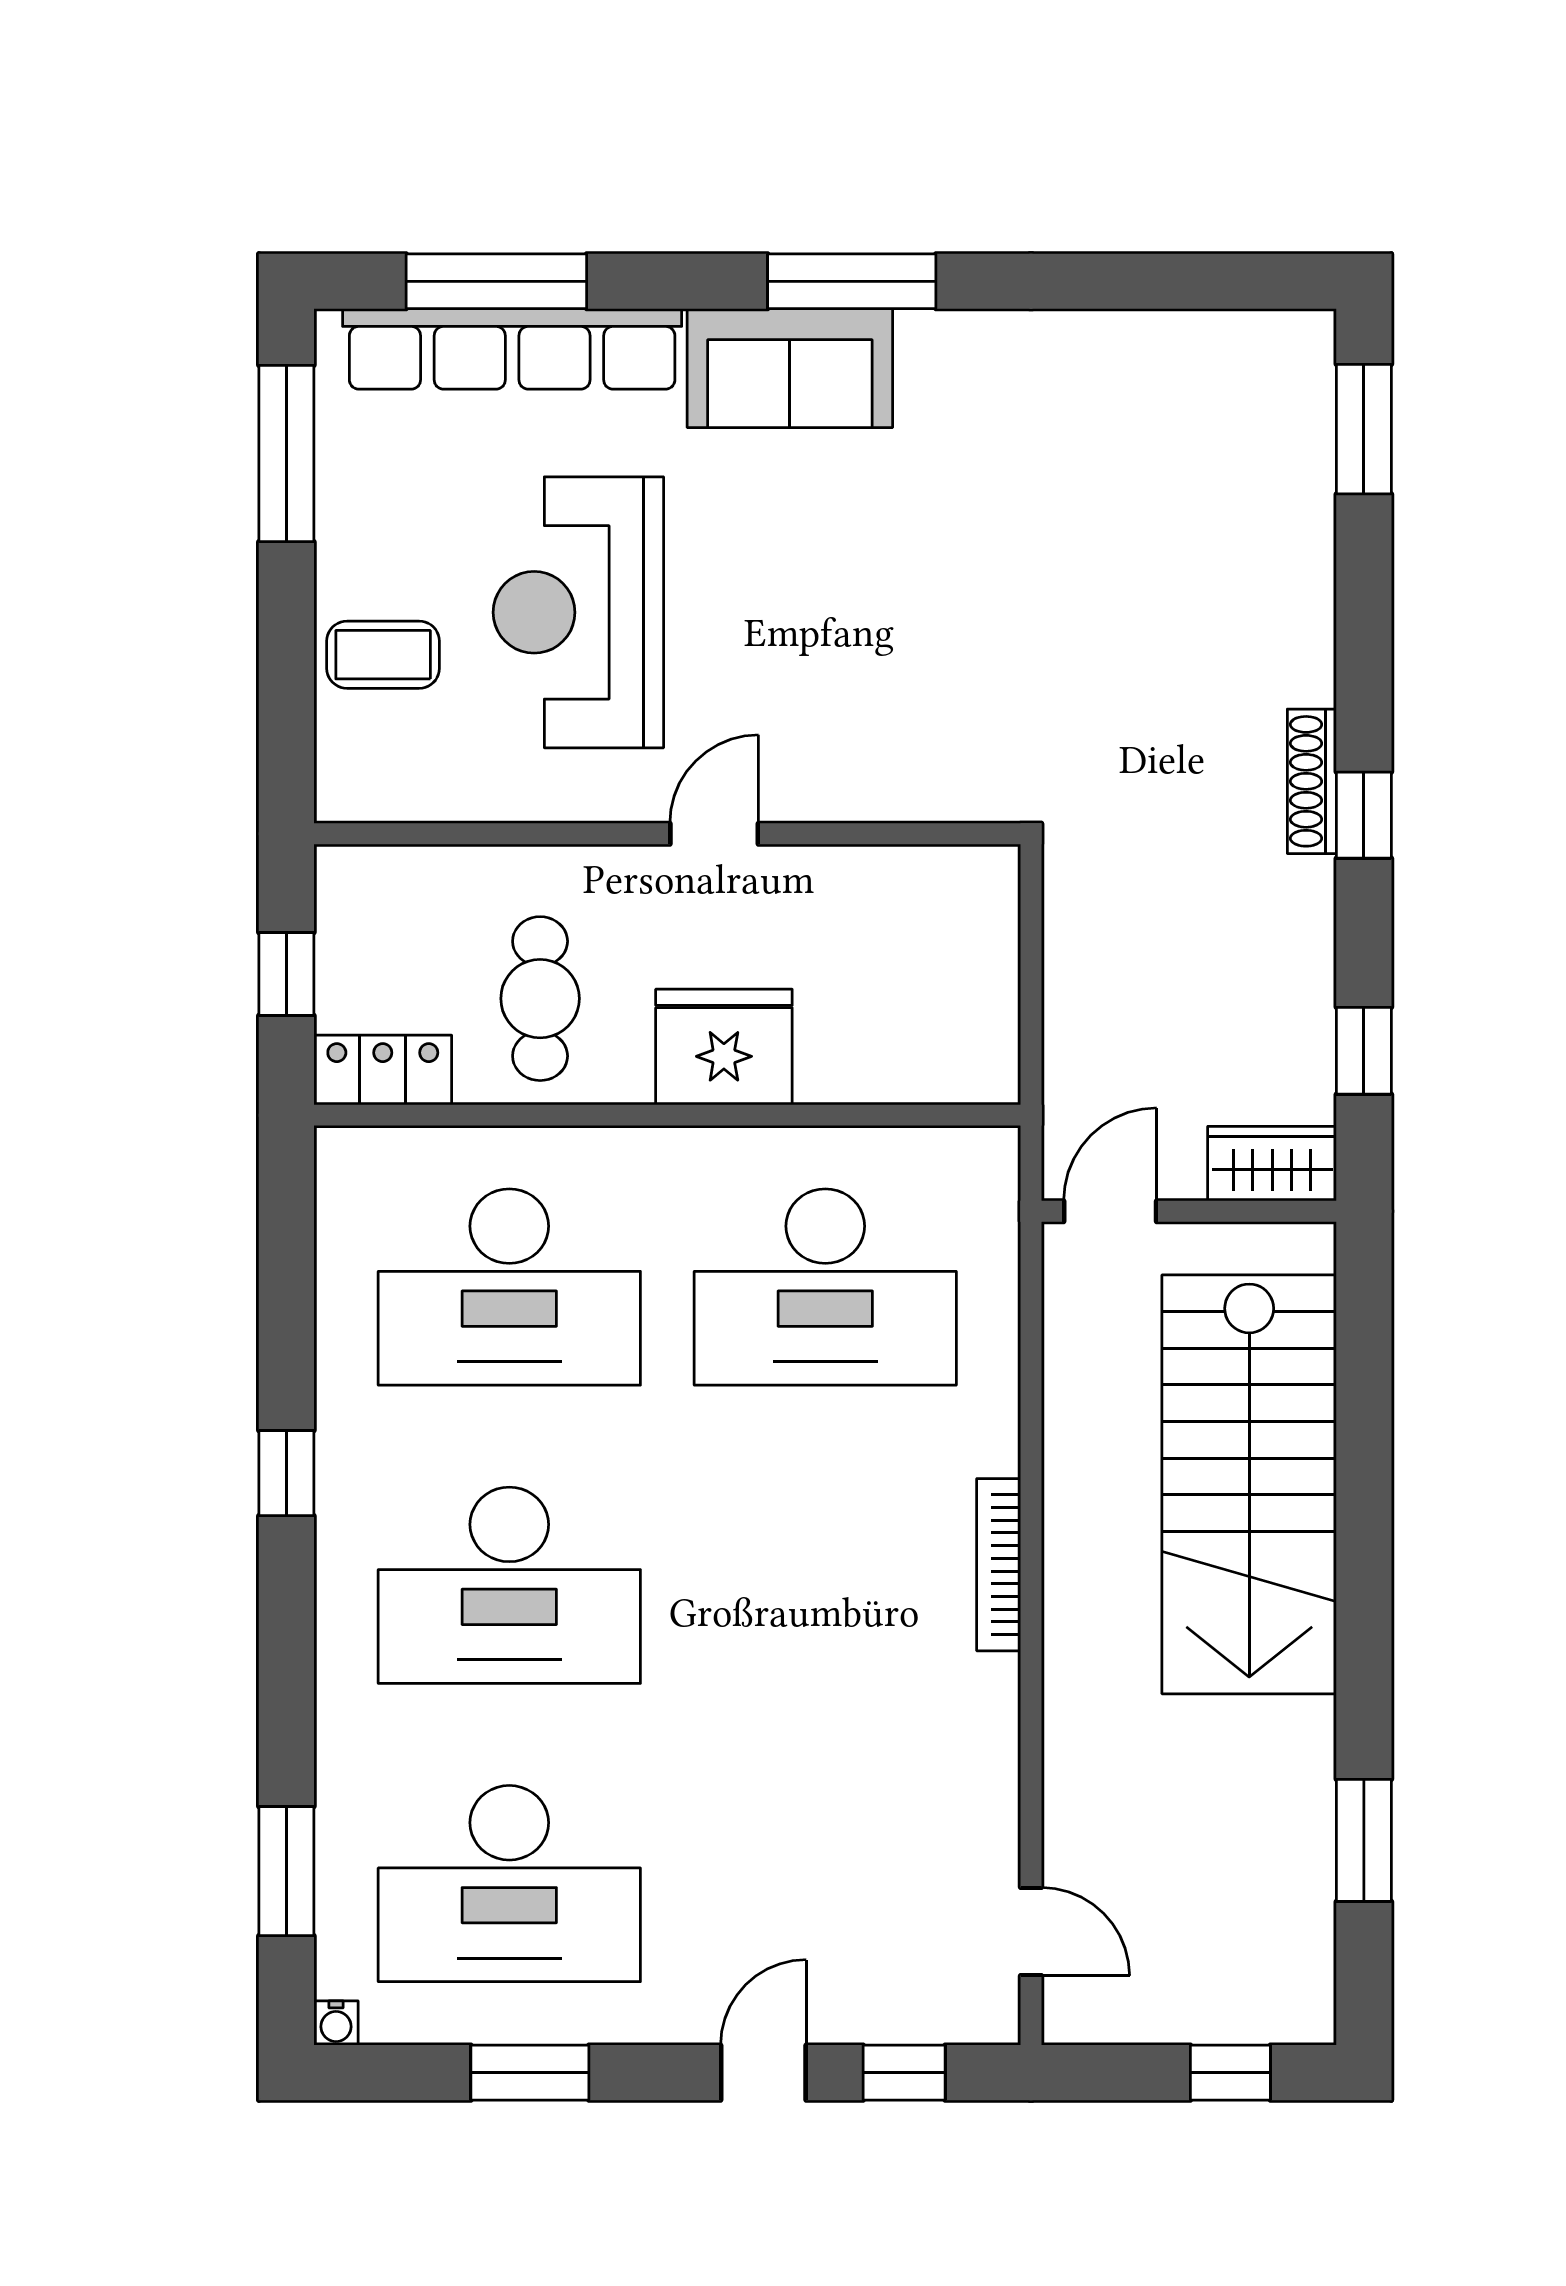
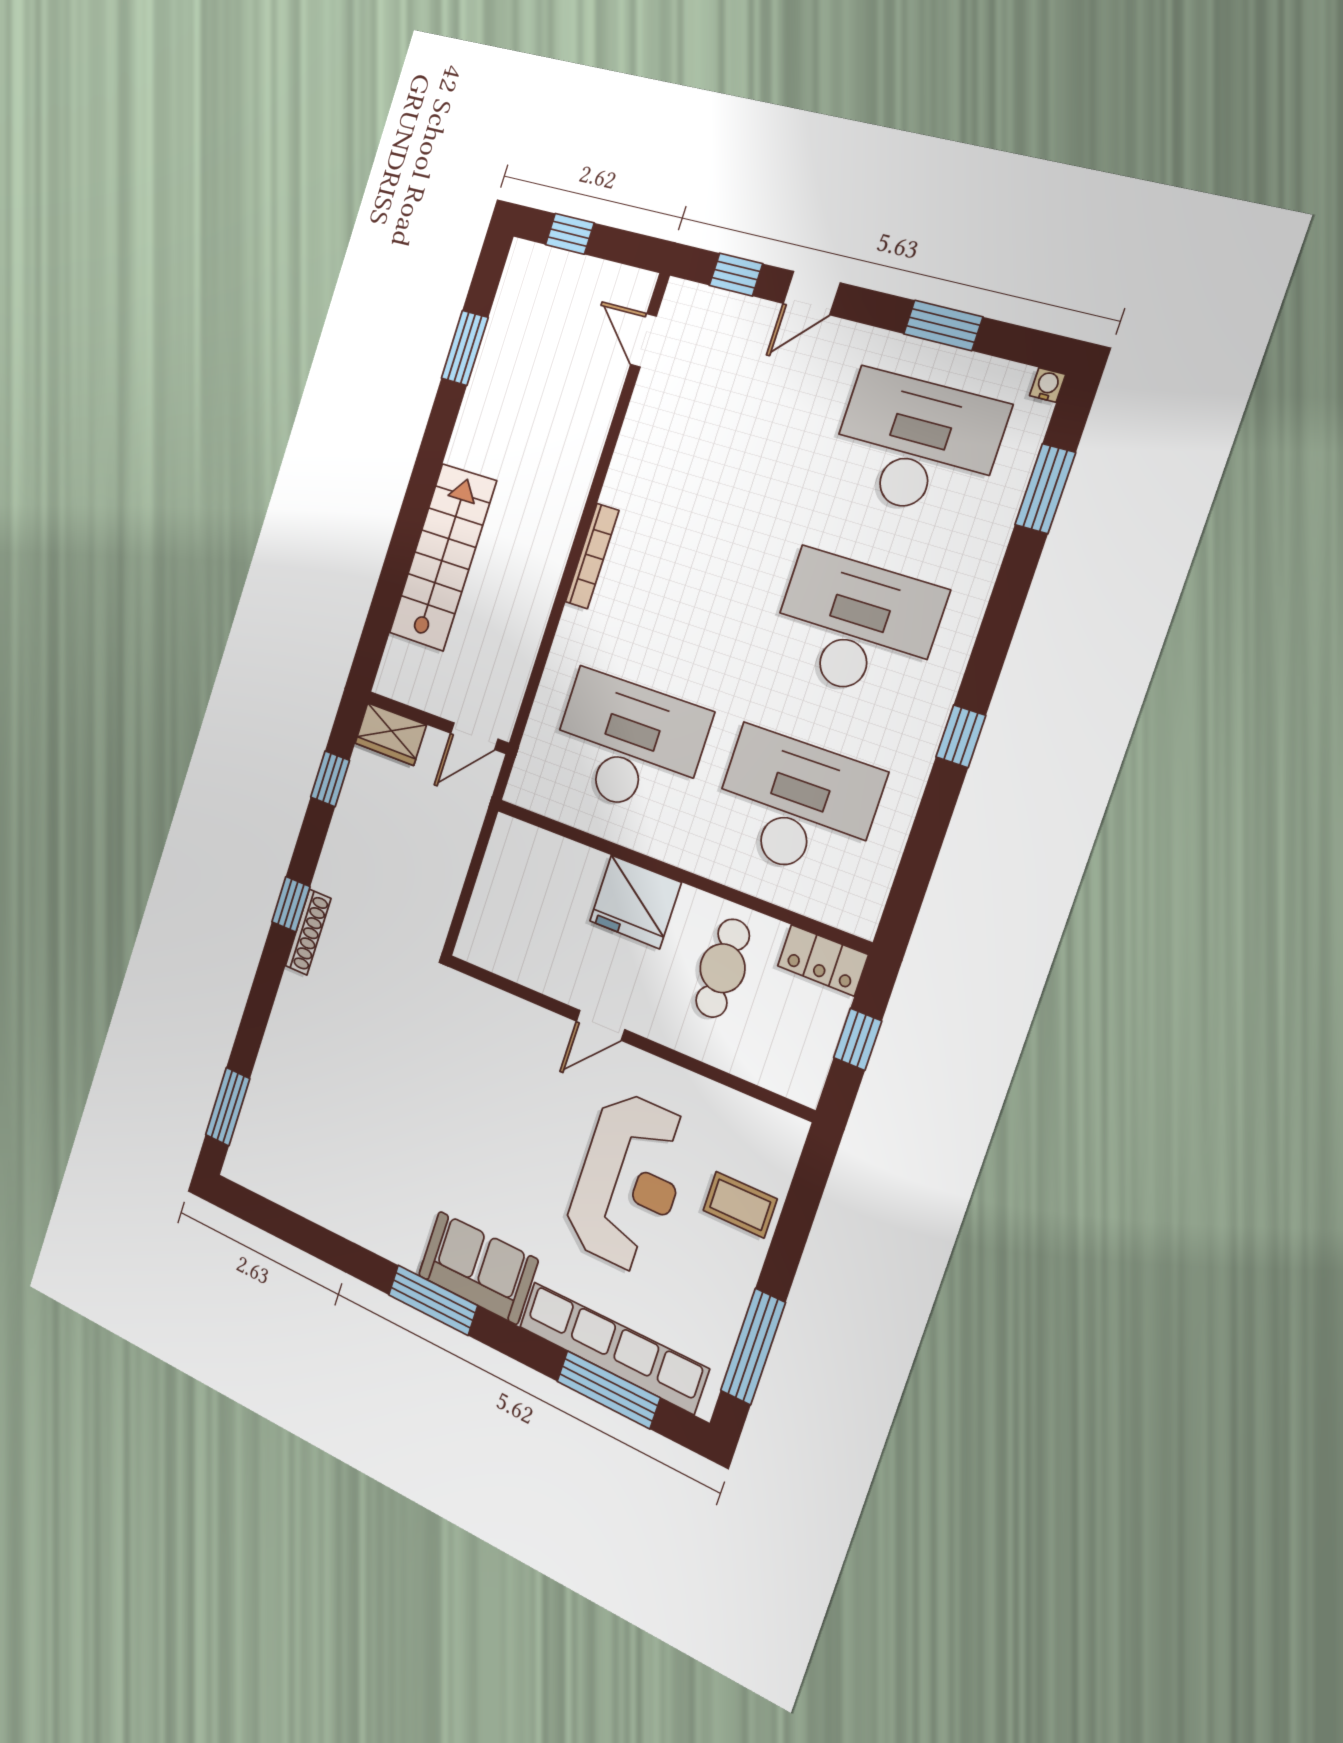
stairs: (1249, 1484) -> (443, 557), width x0.73, depth x0.66

